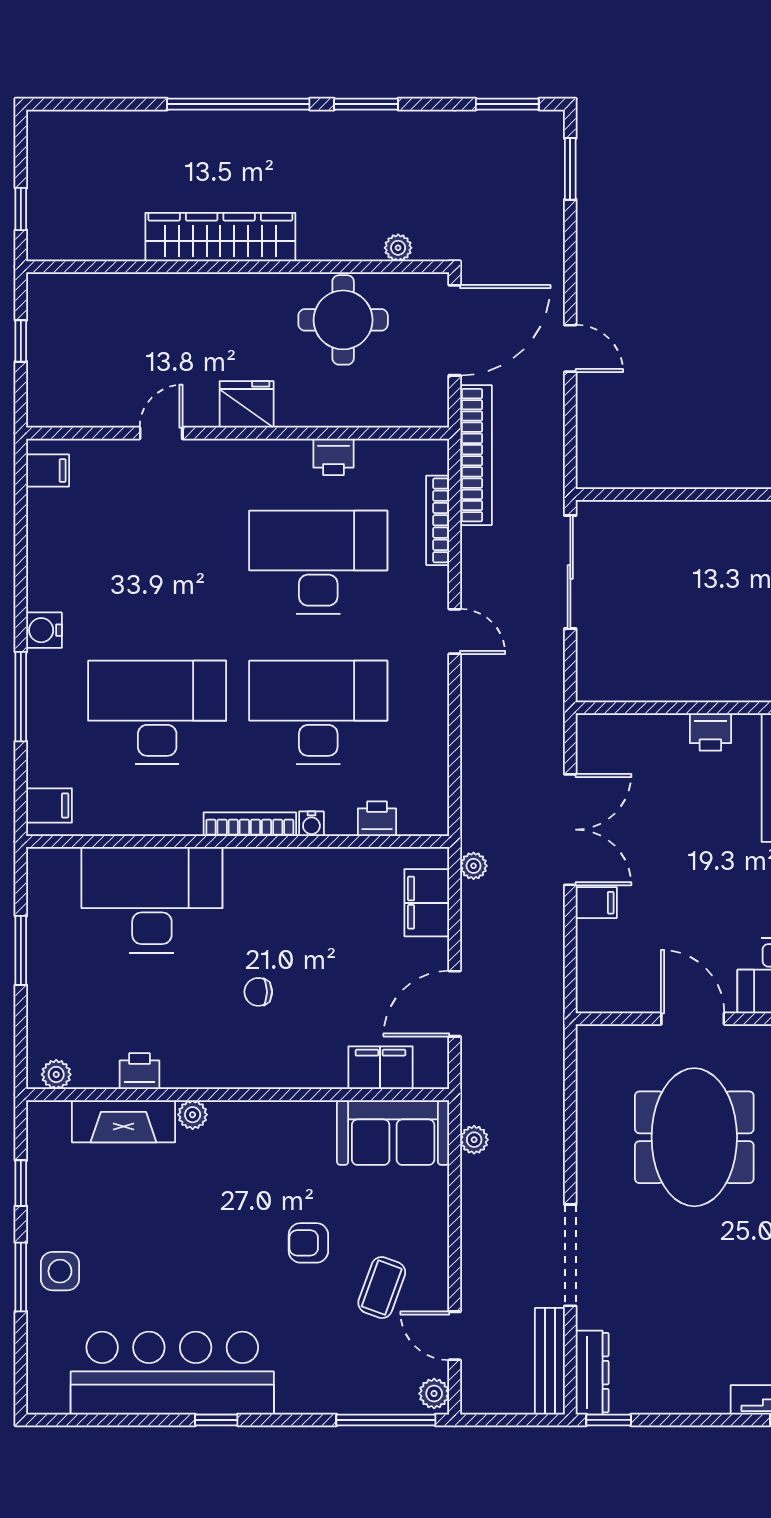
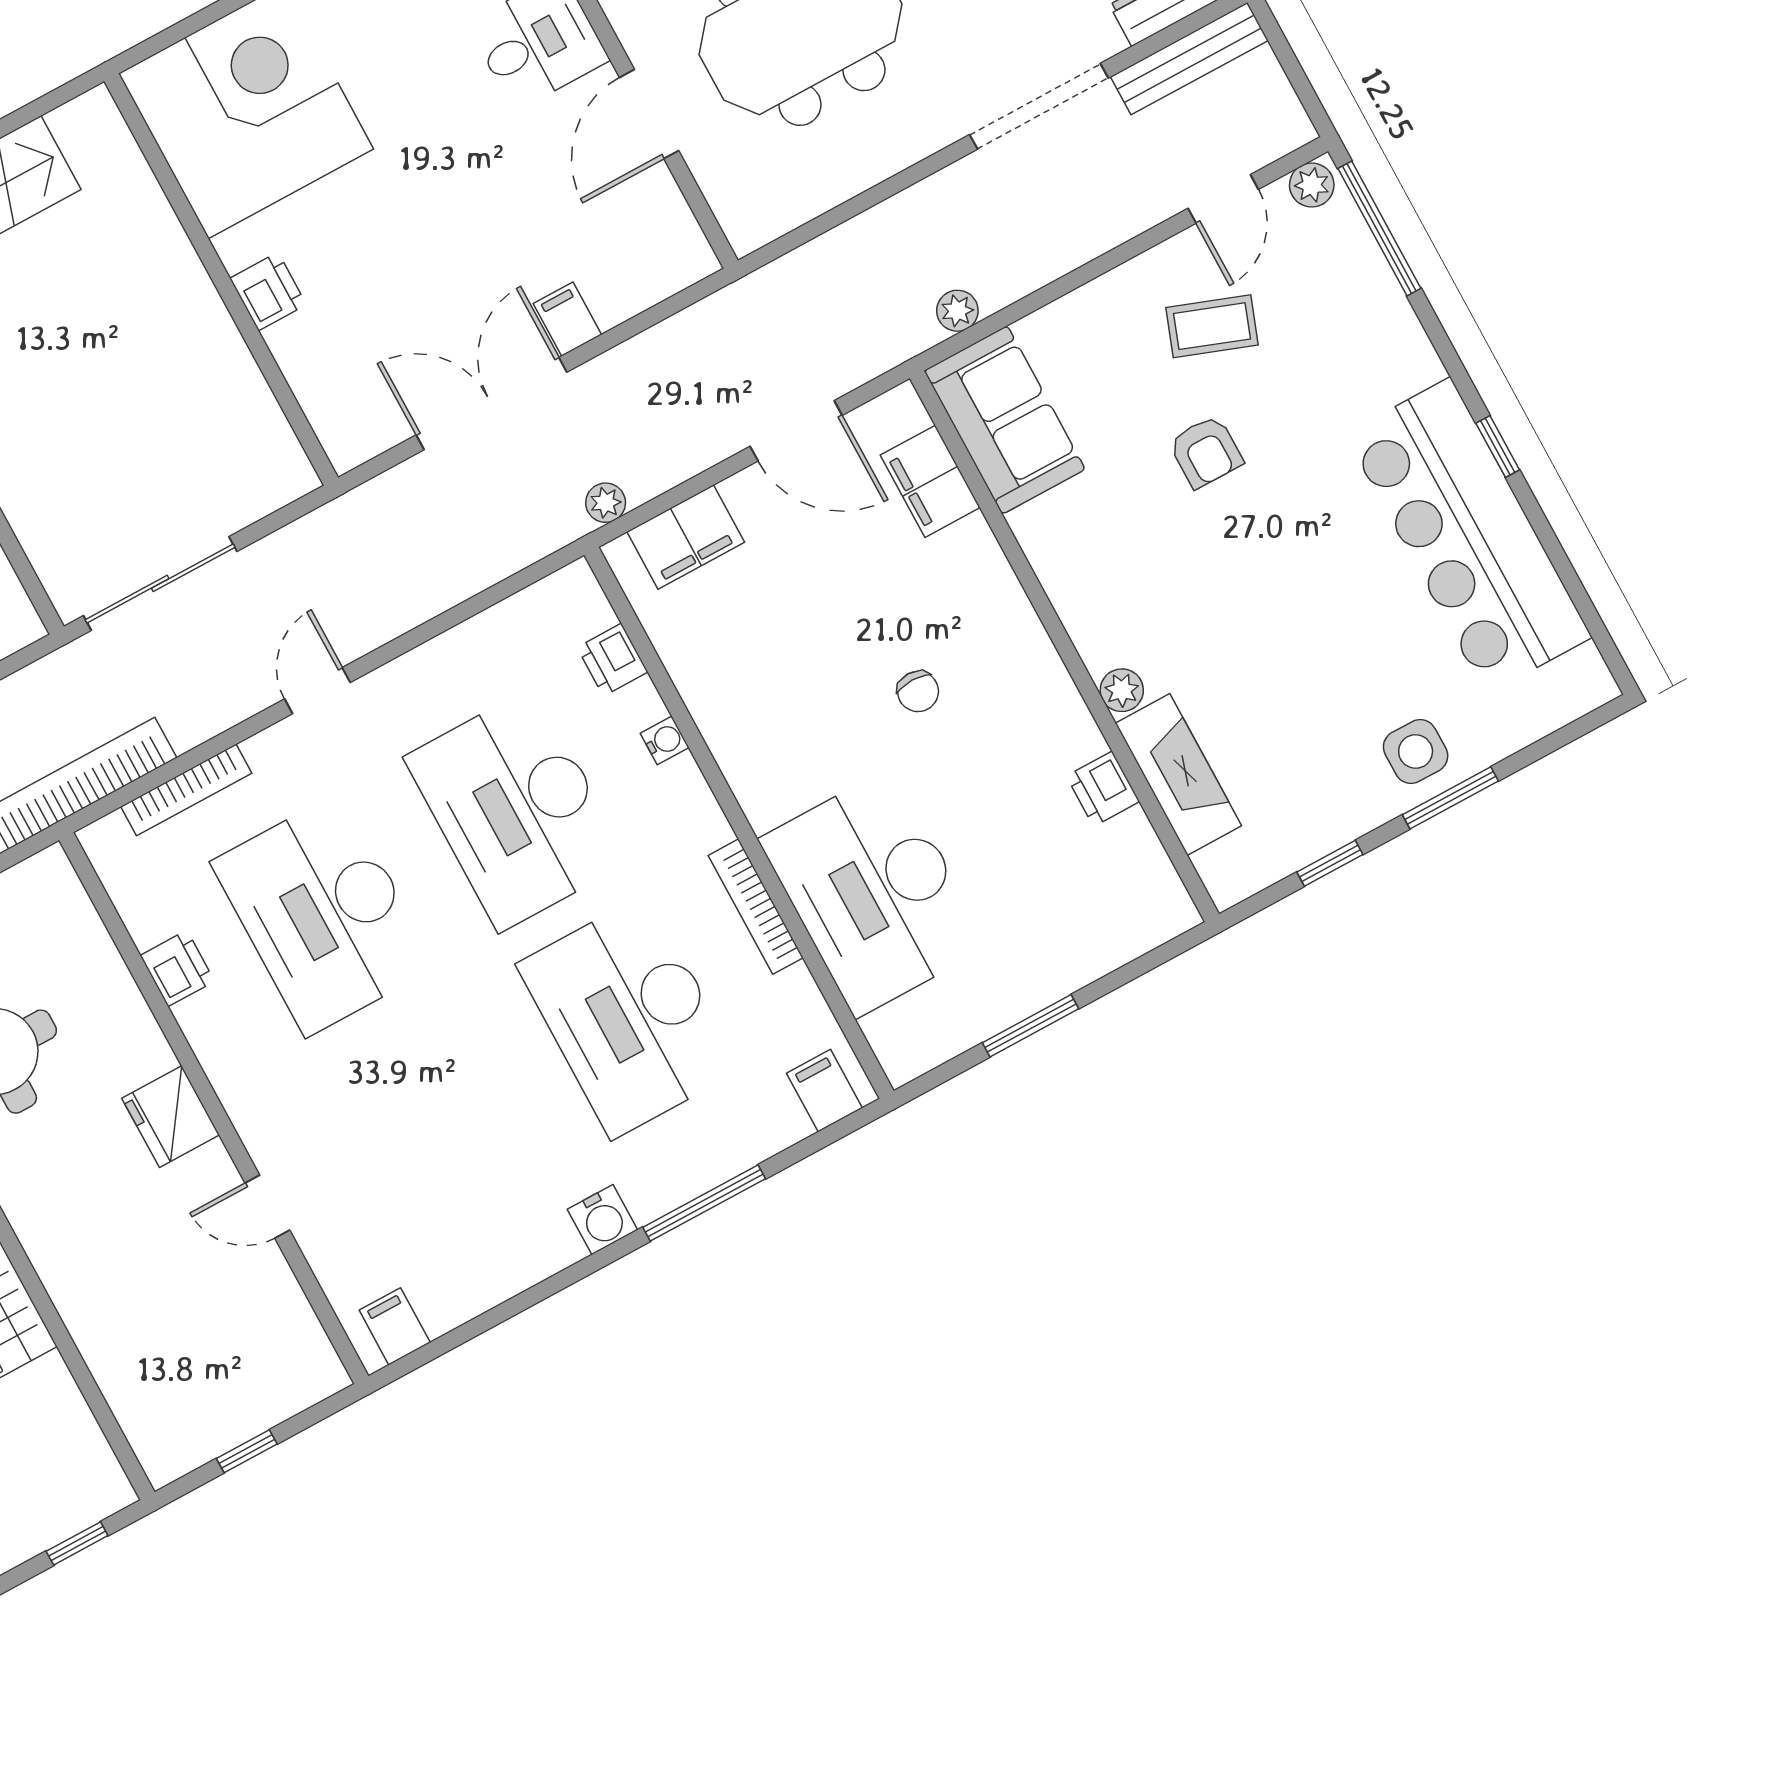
bookcase: (250, 824) -> (756, 907), moved
plant: (56, 1074) -> (1165, 894), removed

